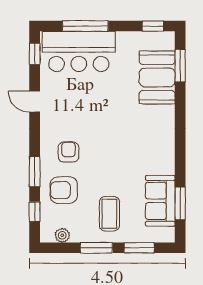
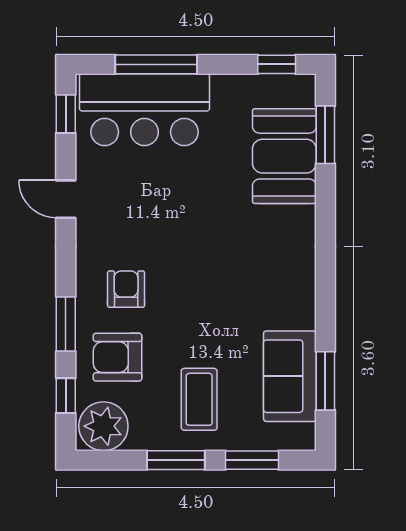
plant: (62, 235) -> (103, 426), width x1.87, depth x1.87

